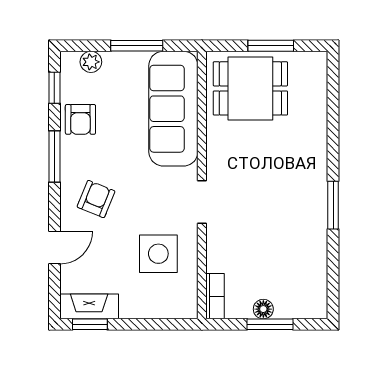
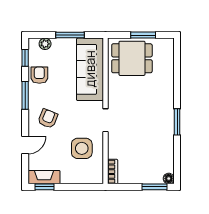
armchair: (80, 119) -> (39, 75), turned 180
floor lamp: (263, 309) -> (169, 179), moved
window: (270, 324) -> (155, 187), moved

